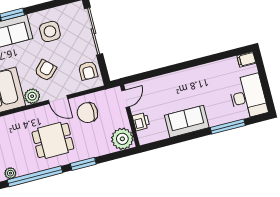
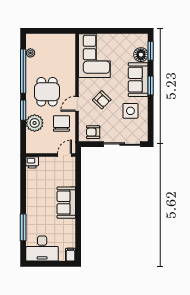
plant: (32, 96) -> (85, 85), removed
door: (125, 99) -> (65, 155), swing flipped
sofa: (187, 121) -> (66, 203), moved, turned 180
printer: (141, 122) -> (32, 162), moved
plant: (122, 139) -> (35, 123), moved

